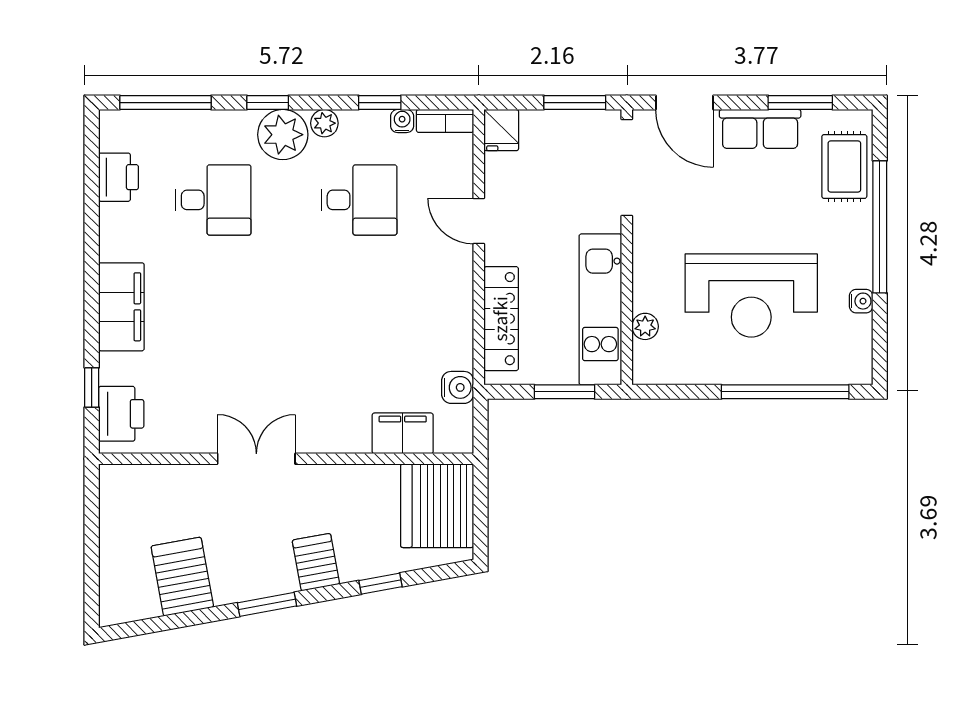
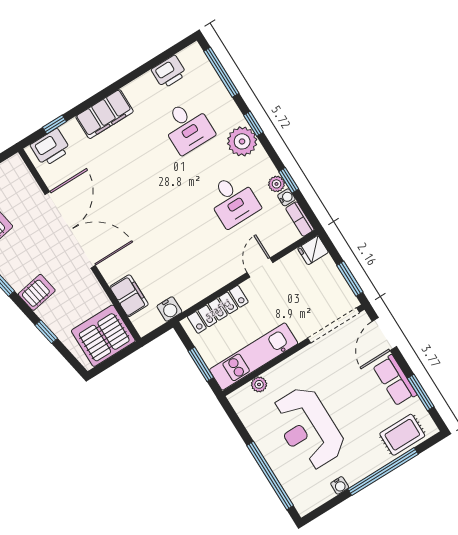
plant: (324, 123) -> (276, 184), moved
double door: (256, 459) -> (70, 230), width x1.87

